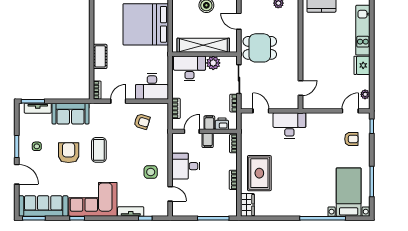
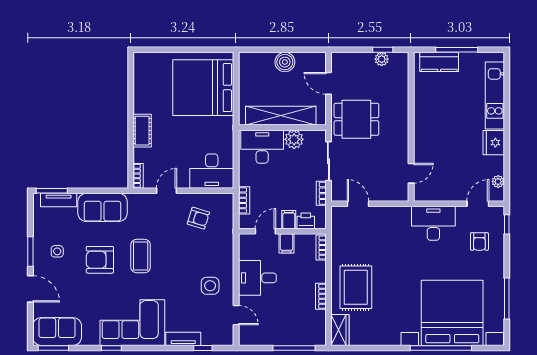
desk: (289, 125) -> (433, 223), moved
armchair: (351, 139) -> (479, 241), turned 90
armchair: (69, 153) -> (100, 260), turned -90
bed with nightstands: (349, 192) -> (452, 313), width x1.85
sofa: (43, 206) -> (57, 331), width x0.73

